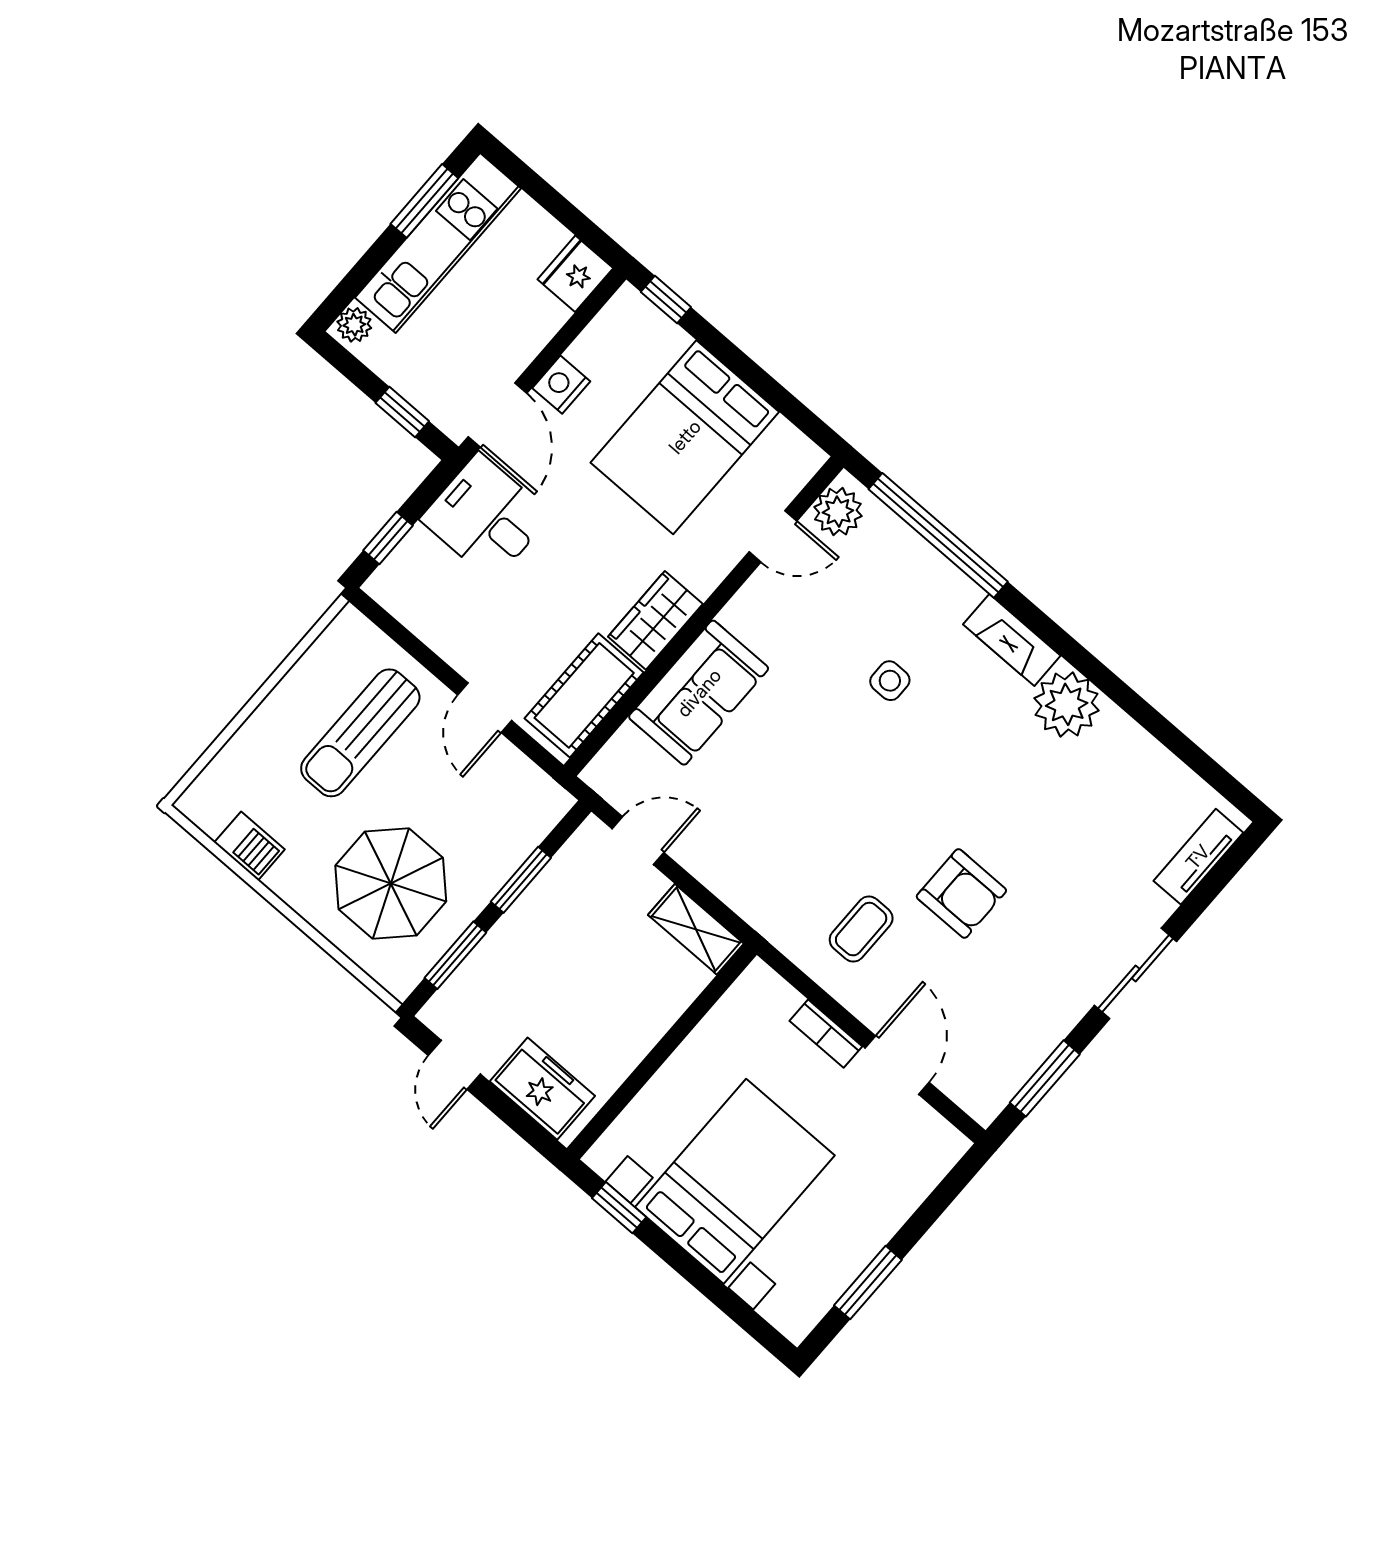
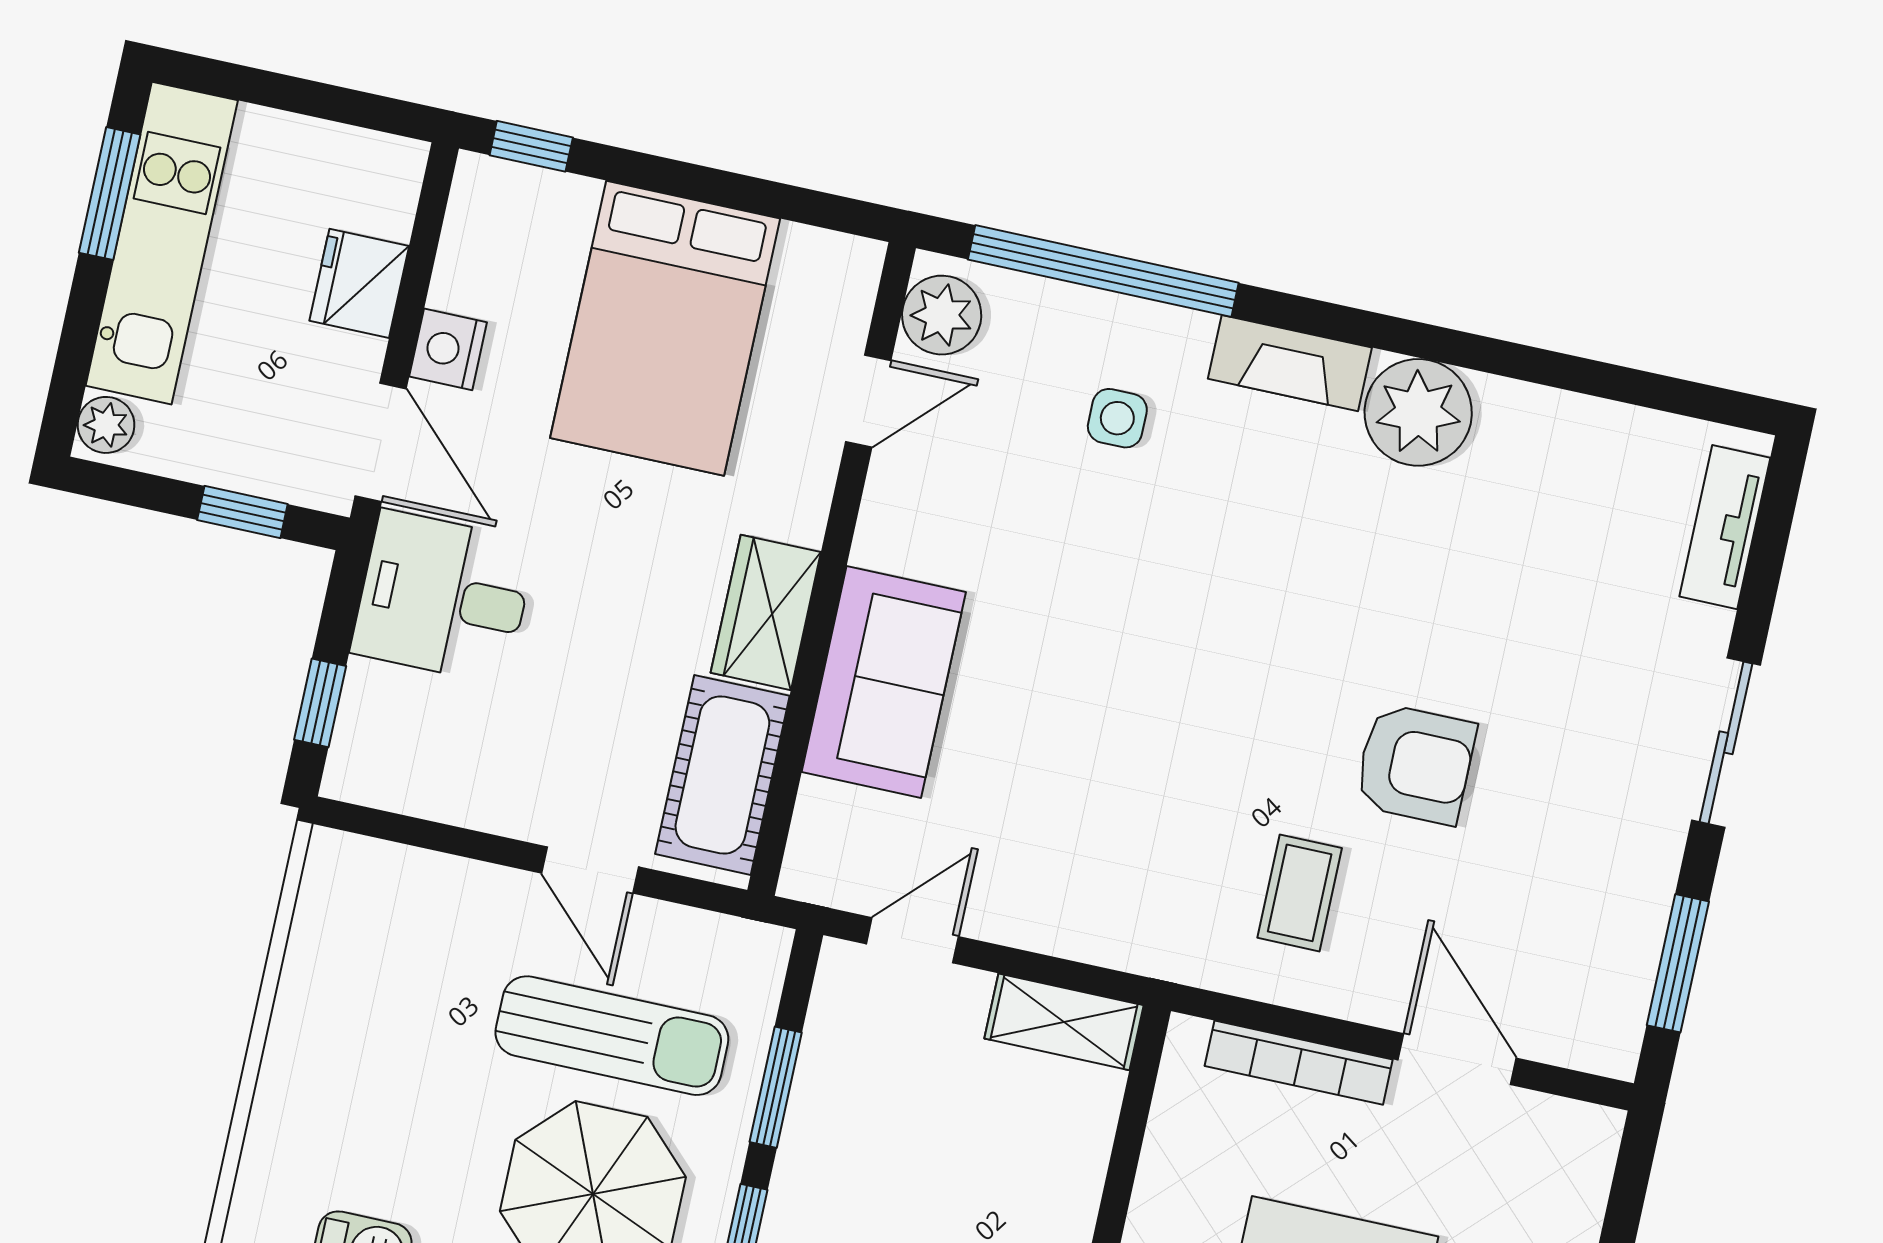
fridge: (575, 274) -> (359, 283), moved
side table: (890, 681) -> (1117, 418), moved
sun lounger: (360, 733) -> (612, 1036), moved, turned -90
bookcase: (826, 1034) -> (1299, 1063), width x1.56

